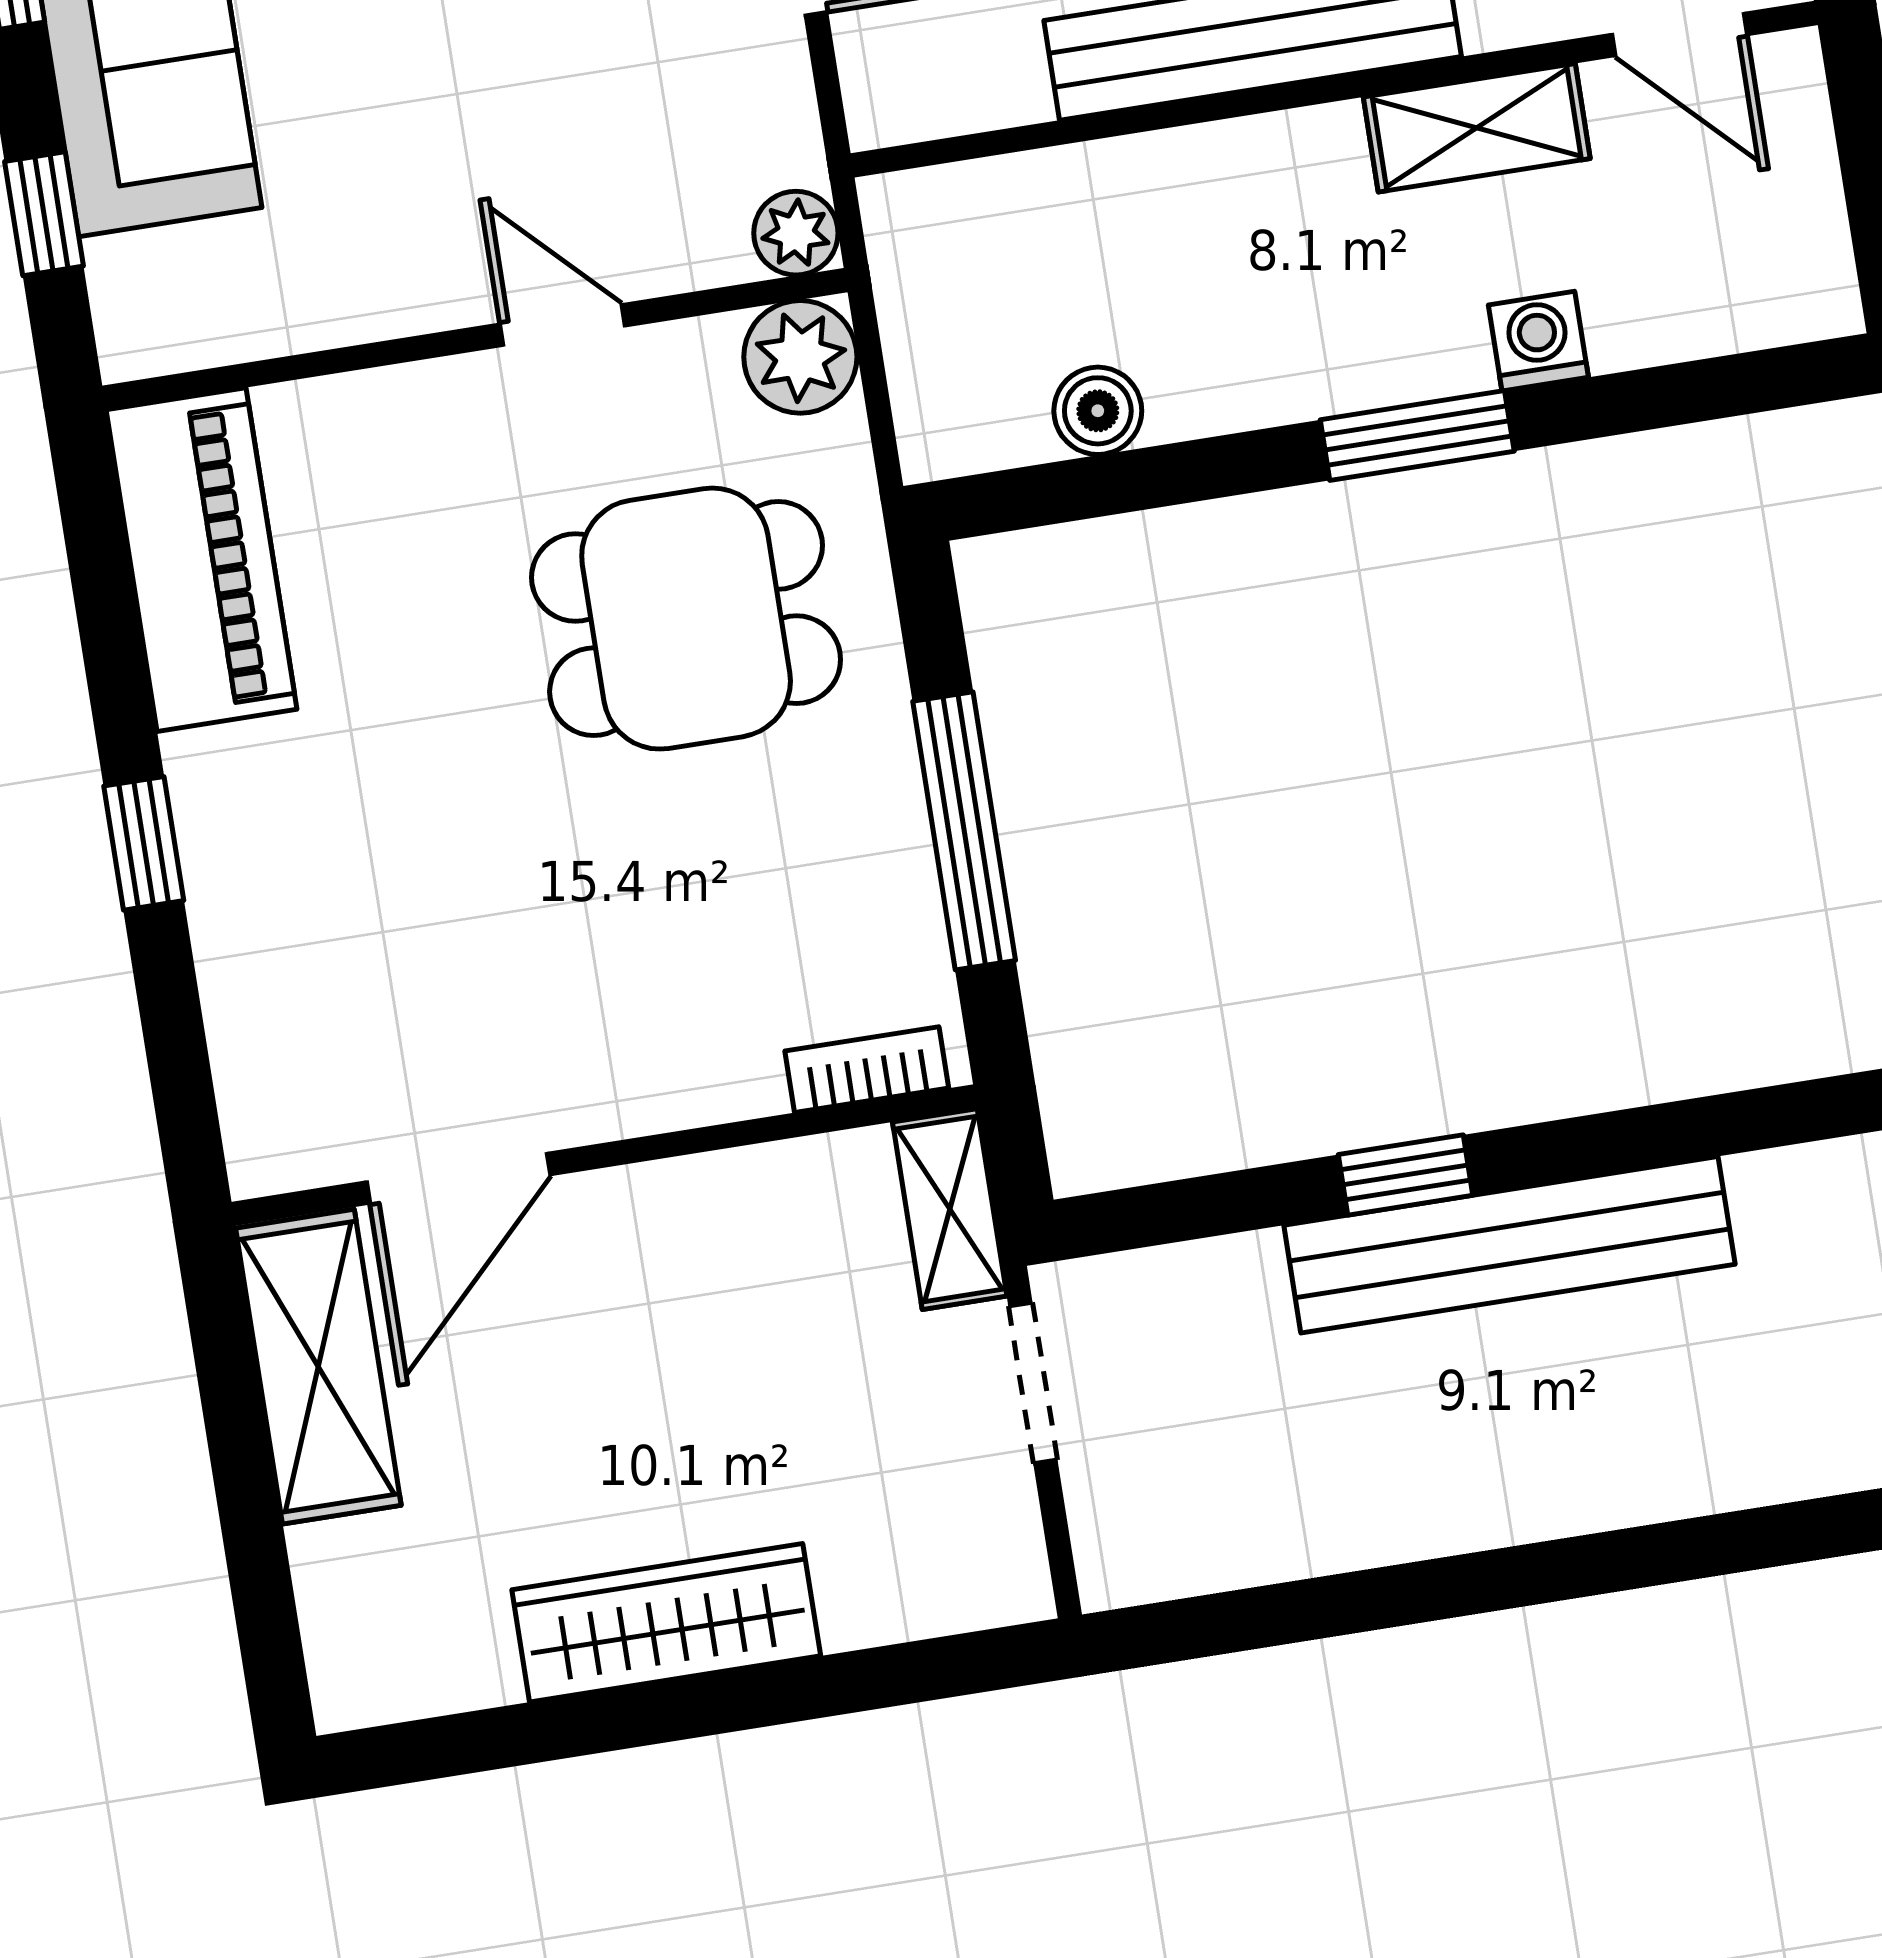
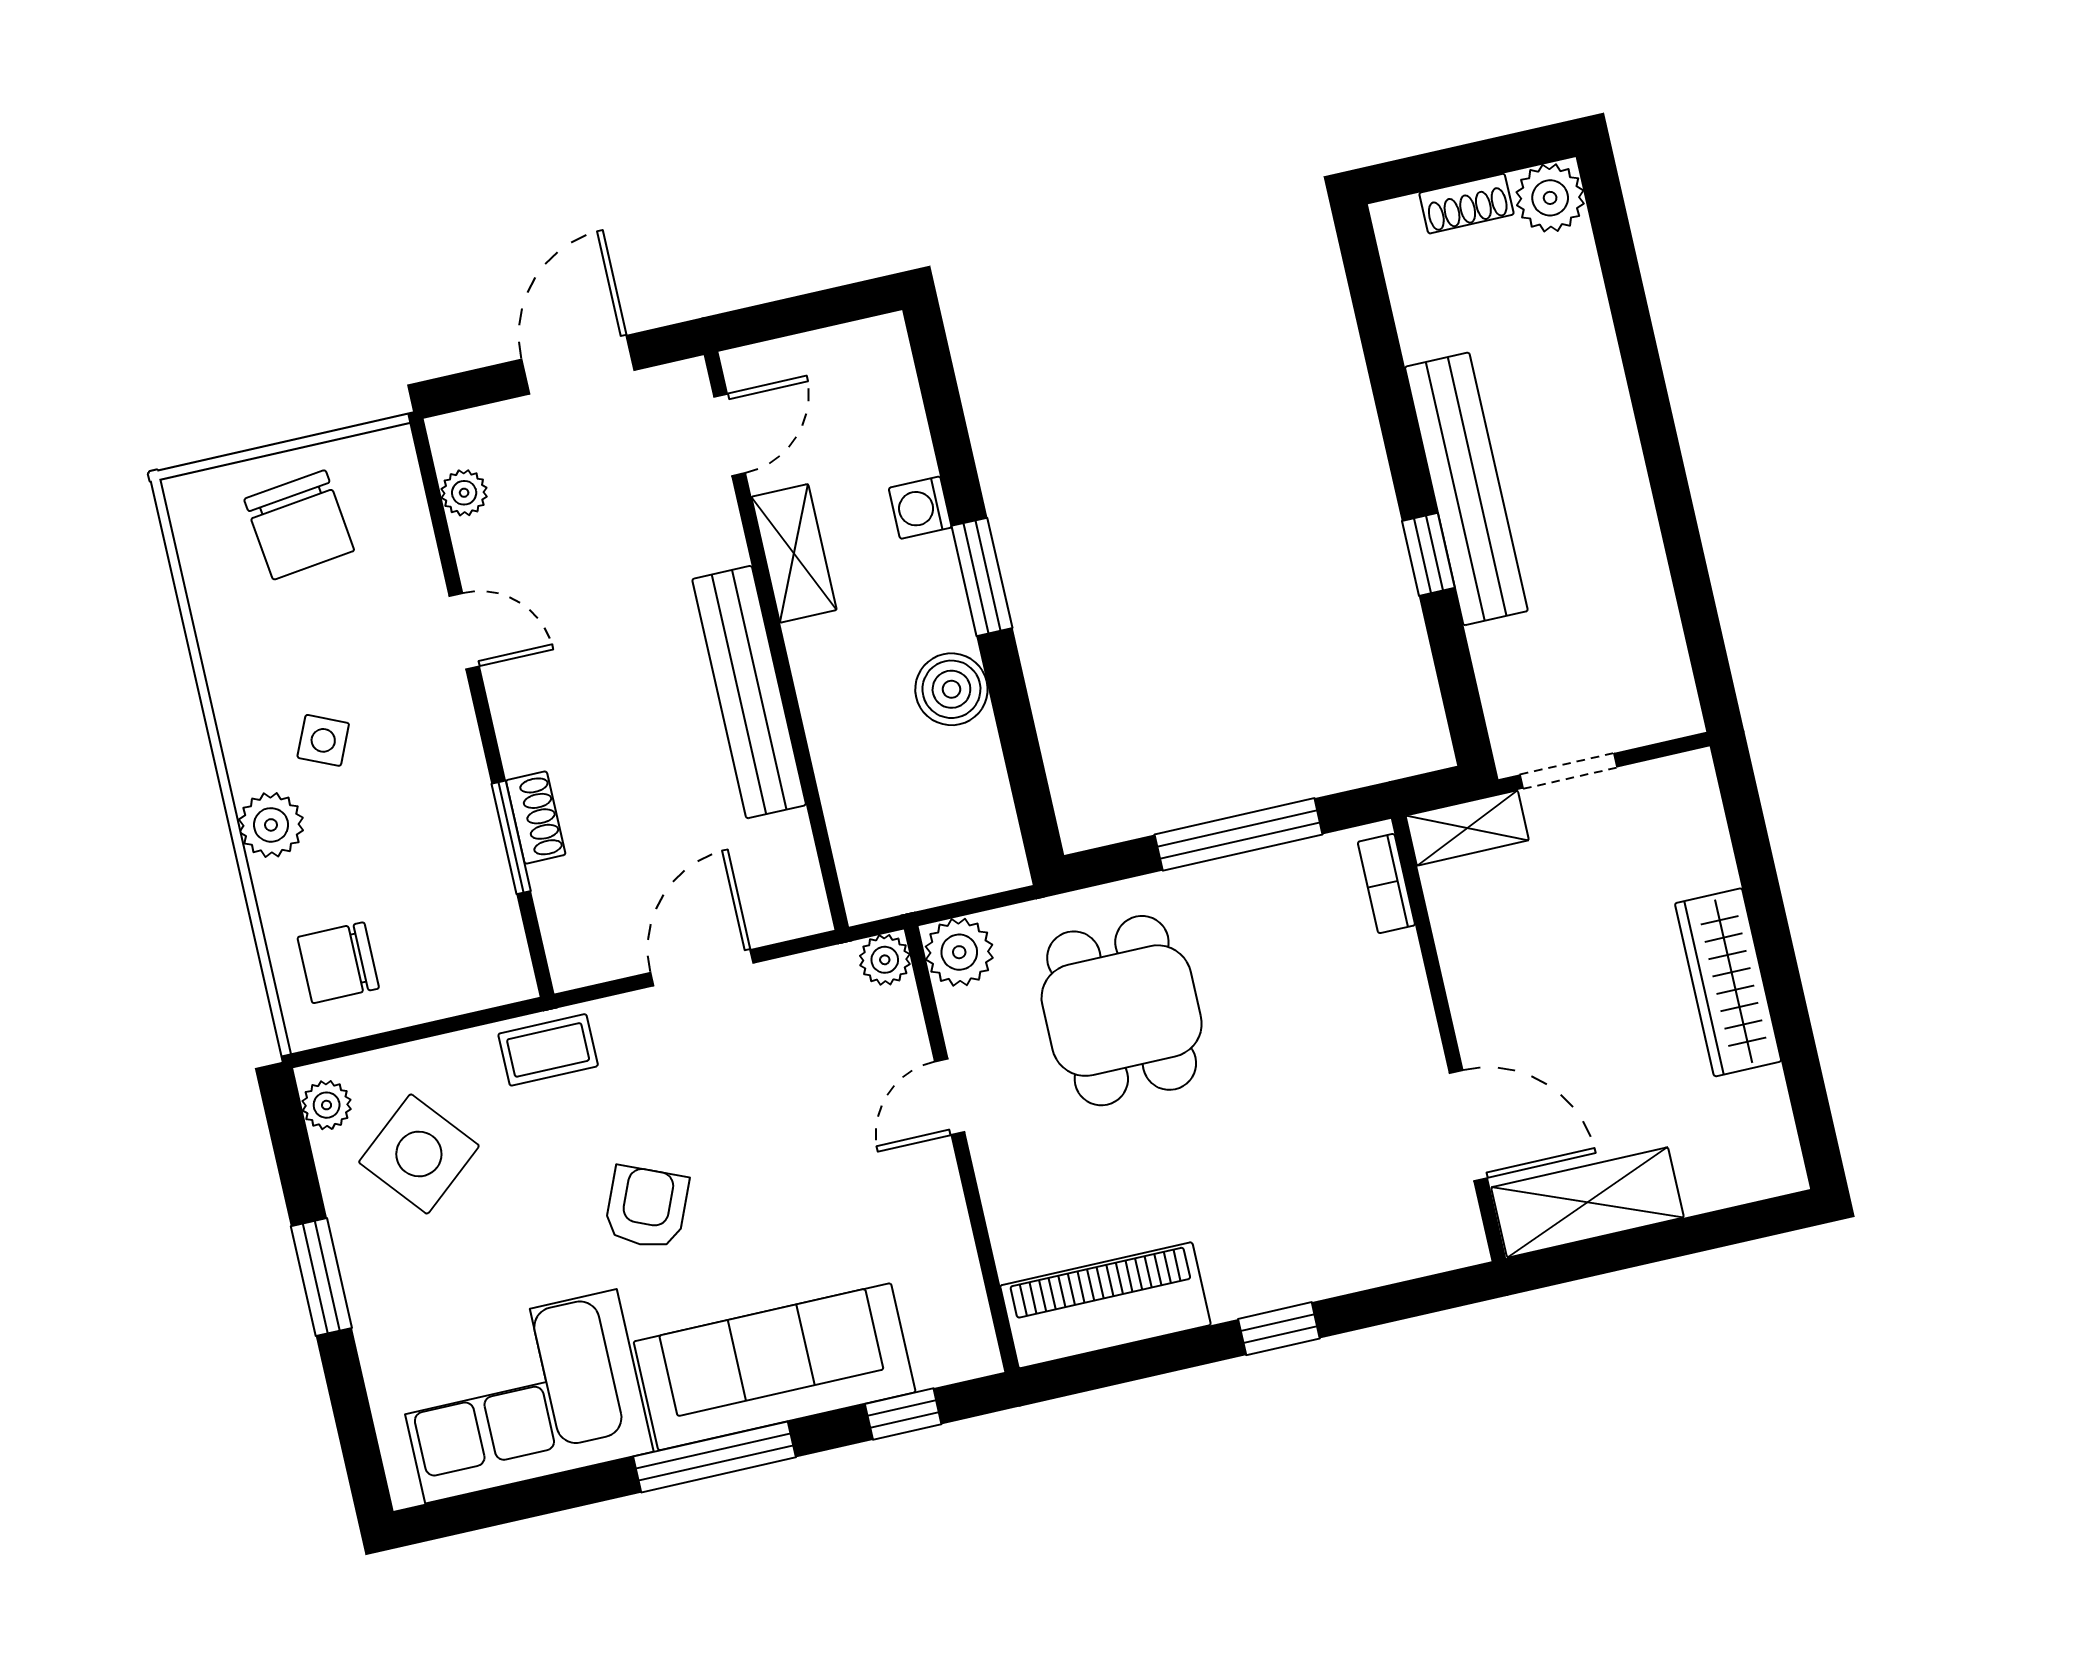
boiler: (1098, 411) -> (951, 689), moved, width x1.36, depth x1.36

